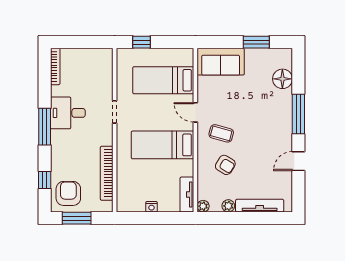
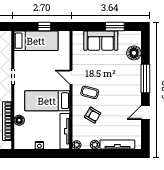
window: (142, 42) -> (44, 27), moved
sofa: (221, 62) -> (101, 41), moved
bed: (163, 80) -> (36, 41), moved, turned 180
floor lamp: (123, 172) -> (19, 120), added
tv unit: (187, 195) -> (65, 131), width x1.41

